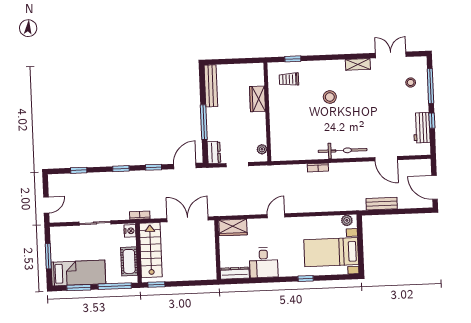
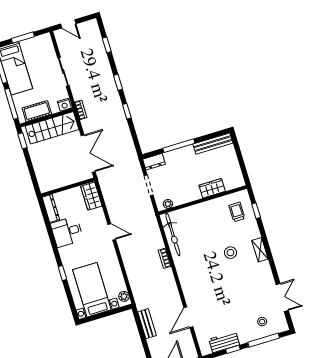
shelving: (358, 64) -> (260, 250), moved
bicycle: (343, 150) -> (173, 234), moved
door: (185, 166) -> (135, 139), removed

